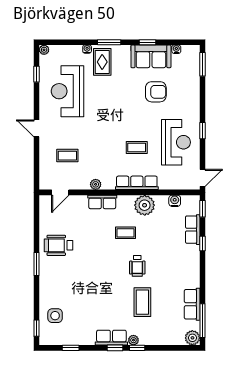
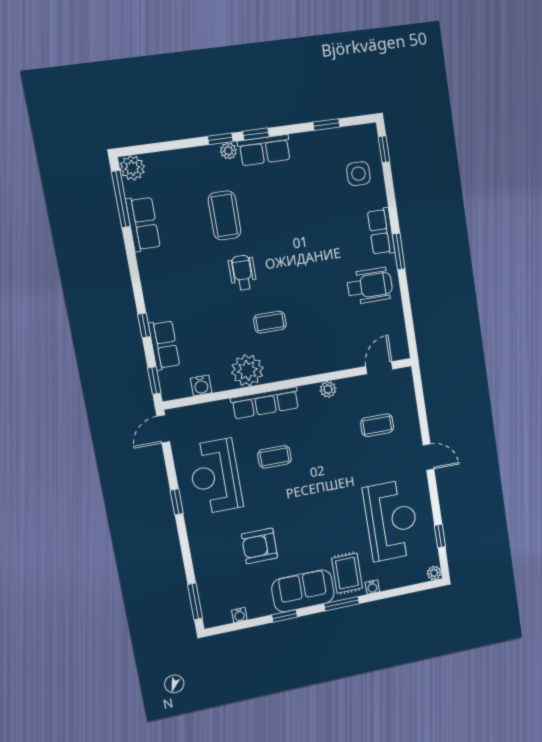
sofa: (151, 56) -> (303, 591), moved
row of seats: (102, 202) -> (381, 231), moved, turned -90

